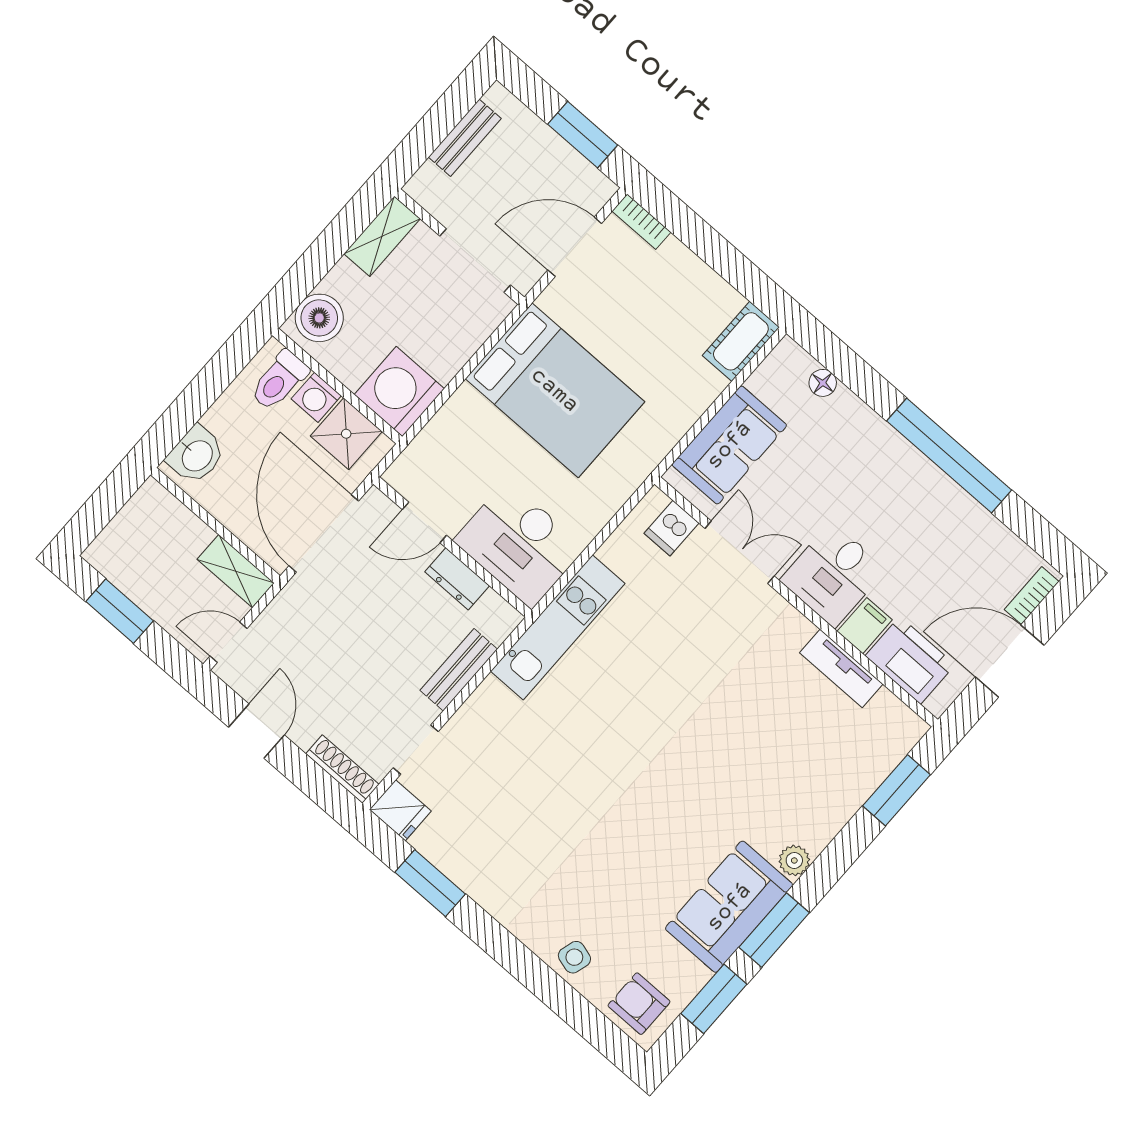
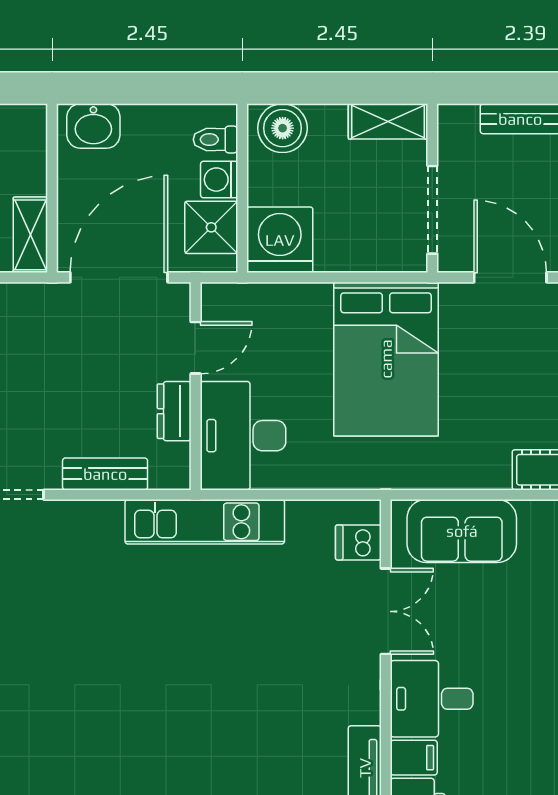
toilet: (279, 381) -> (215, 139), width x0.73, depth x0.72
door: (424, 522) -> (196, 348), swing flipped

